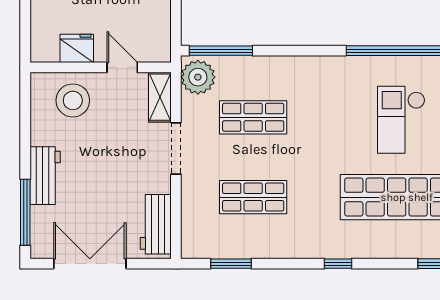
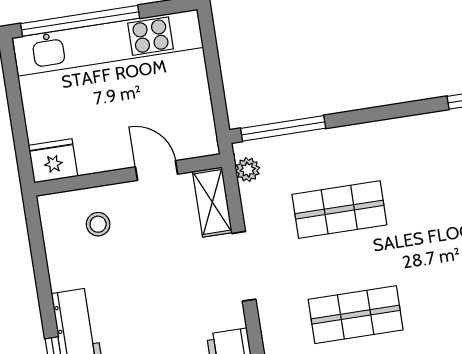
fridge: (77, 48) -> (53, 161), moved
plant: (198, 77) -> (248, 170), width x0.53, depth x0.53
stool: (73, 100) -> (98, 224), width x0.53, depth x0.53

